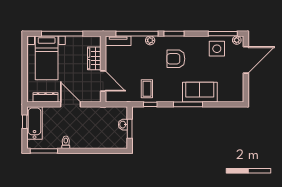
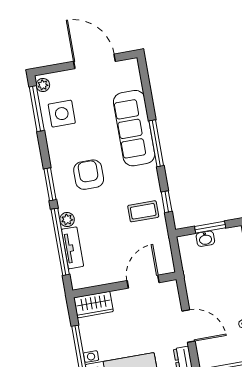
tv unit: (118, 41) -> (73, 248), moved
wardrobe: (94, 58) -> (94, 305), moved
armchair: (176, 59) -> (89, 175), turned 180
door: (246, 60) -> (95, 61), moved
sofa: (200, 92) -> (134, 128), width x1.36
door: (70, 104) -> (188, 326), swing flipped

